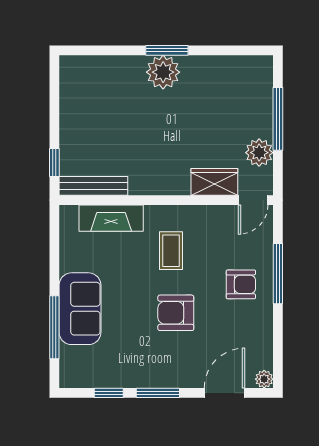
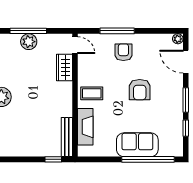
plant: (259, 153) -> (29, 42), moved
coffee table: (171, 251) -> (92, 93), moved
window: (54, 327) -> (148, 159), width x1.46

